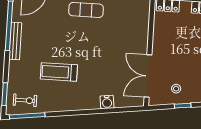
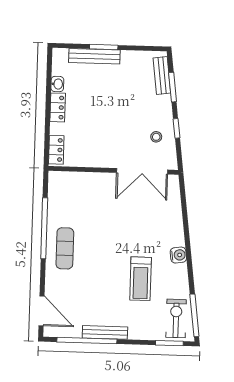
exercise bike: (25, 100) -> (176, 318), width x1.38, depth x1.39
water cooler: (107, 102) -> (178, 255), moved

